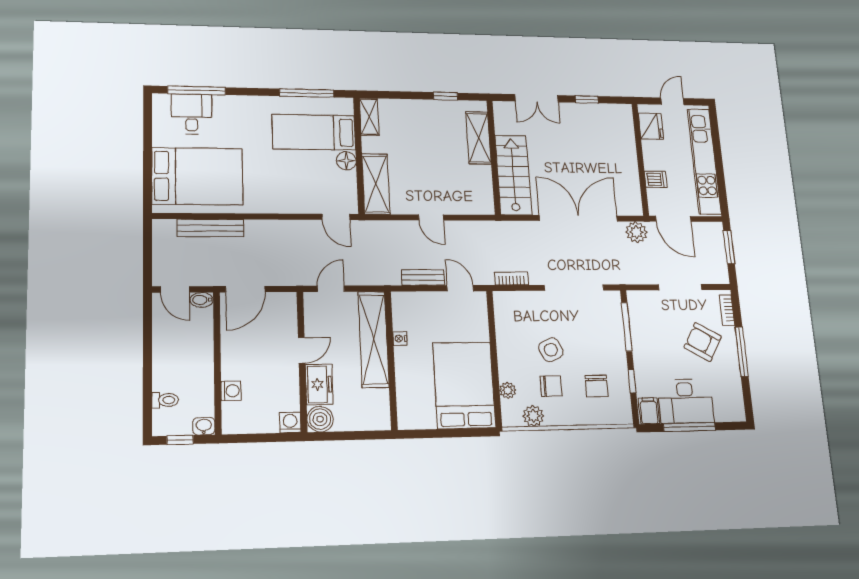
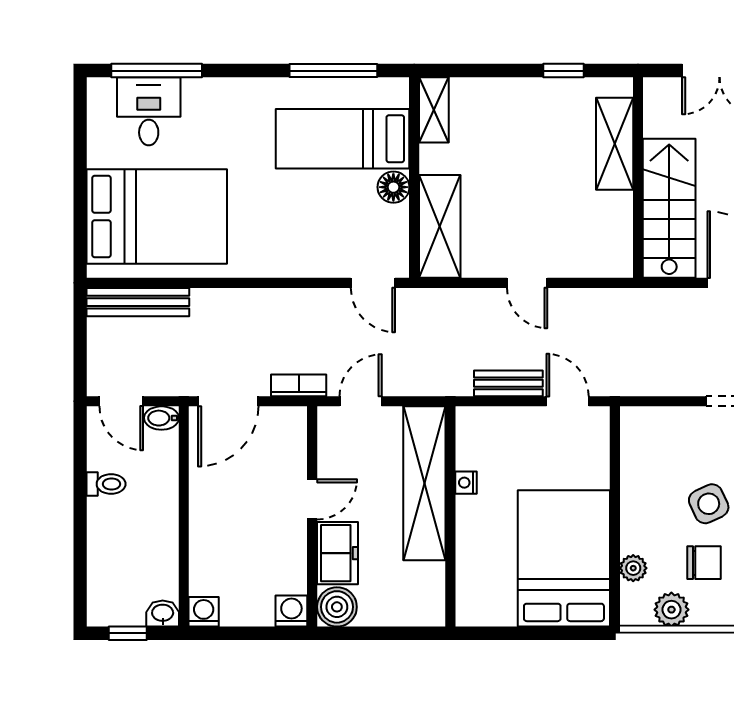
bench: (211, 228) -> (138, 302), moved
bookcase: (511, 278) -> (299, 385), moved
washing machine: (231, 391) -> (204, 612), moved, turned -90
toilet: (165, 400) -> (106, 484), moved

